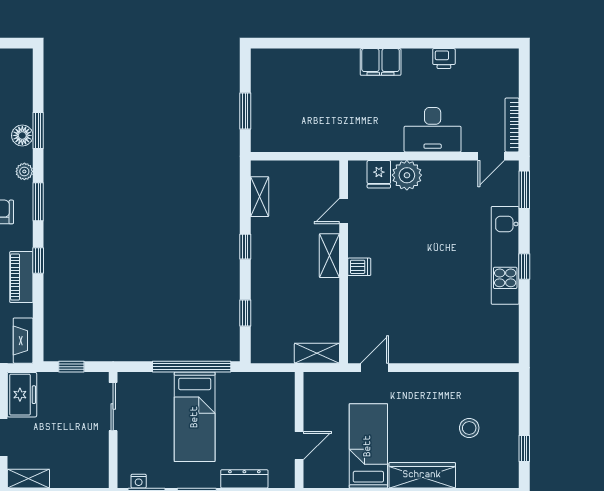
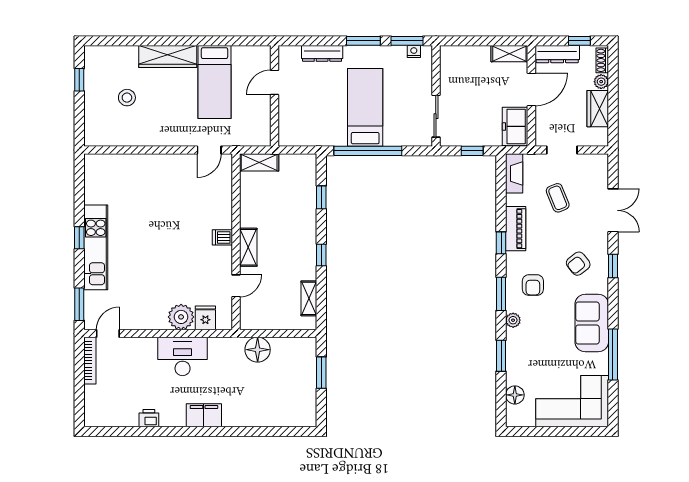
desk: (433, 130) -> (183, 356), moved
floor lamp: (22, 135) -> (515, 395), moved
floor lamp: (319, 138) -> (258, 350), added

